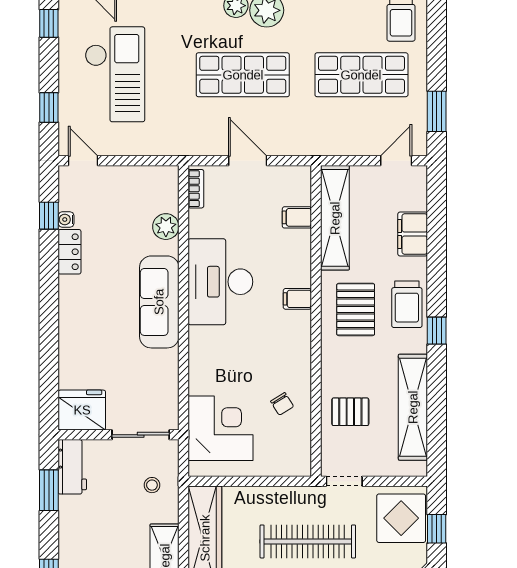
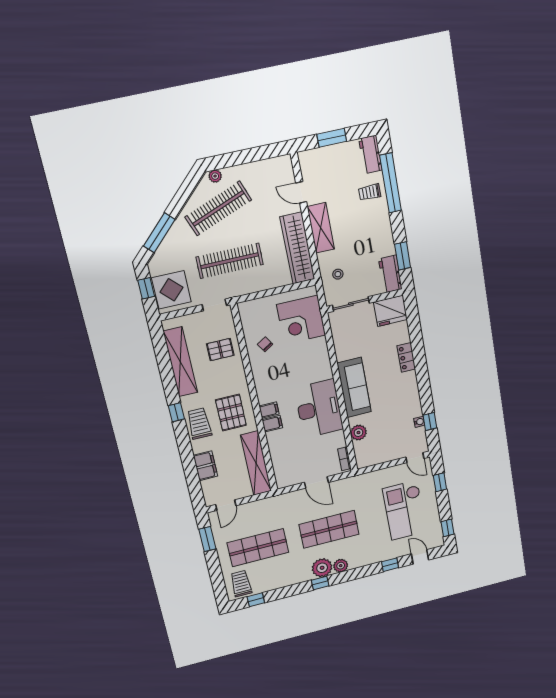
filing cabinet: (297, 217) -> (272, 424), moved
locker: (69, 252) -> (406, 357), moved

